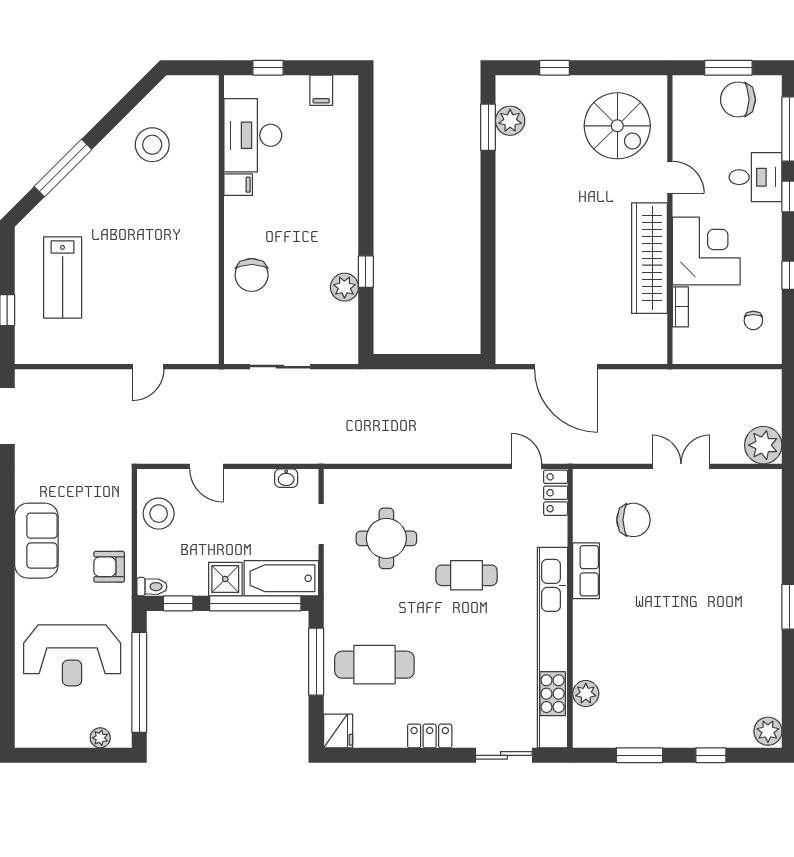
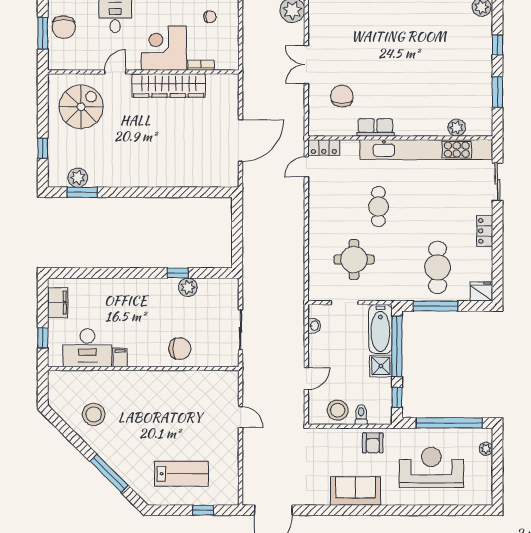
filing cabinet: (321, 90) -> (58, 303), width x2.00
toilet: (152, 587) -> (361, 415), moved
reception desk: (72, 655) -> (431, 467), turned -90

